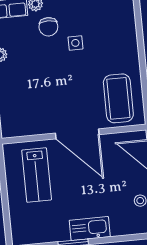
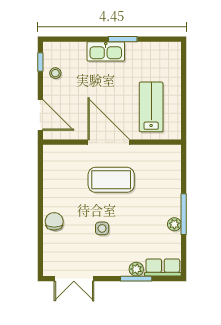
chair: (48, 27) -> (54, 221), moved
coffee table: (118, 98) -> (111, 180), moved, turned 90

